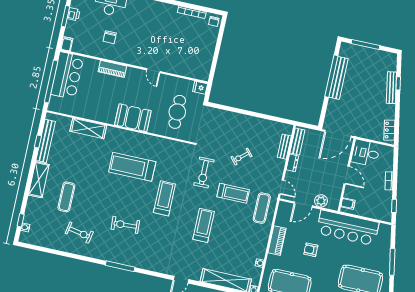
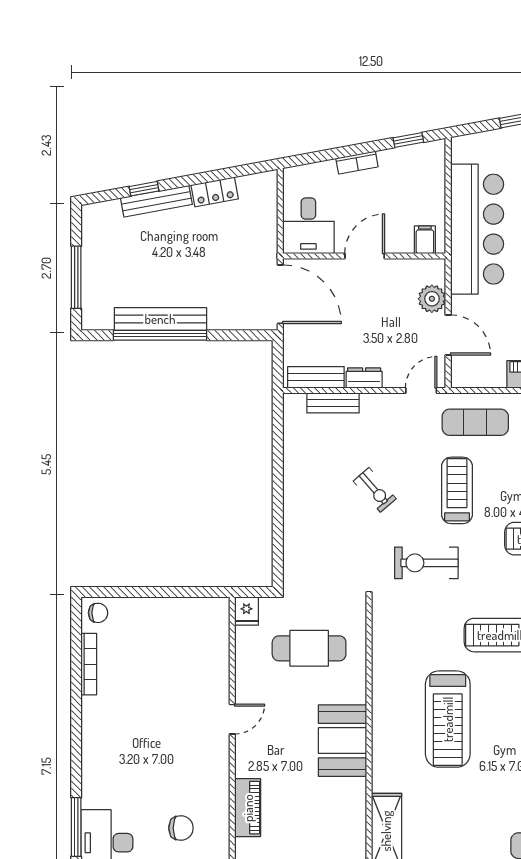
locker: (389, 130) -> (215, 192), moved
exercise bike: (204, 173) -> (426, 563), turned 180

